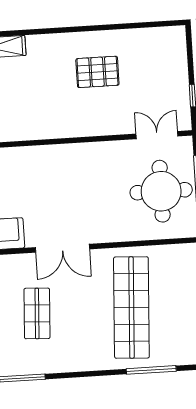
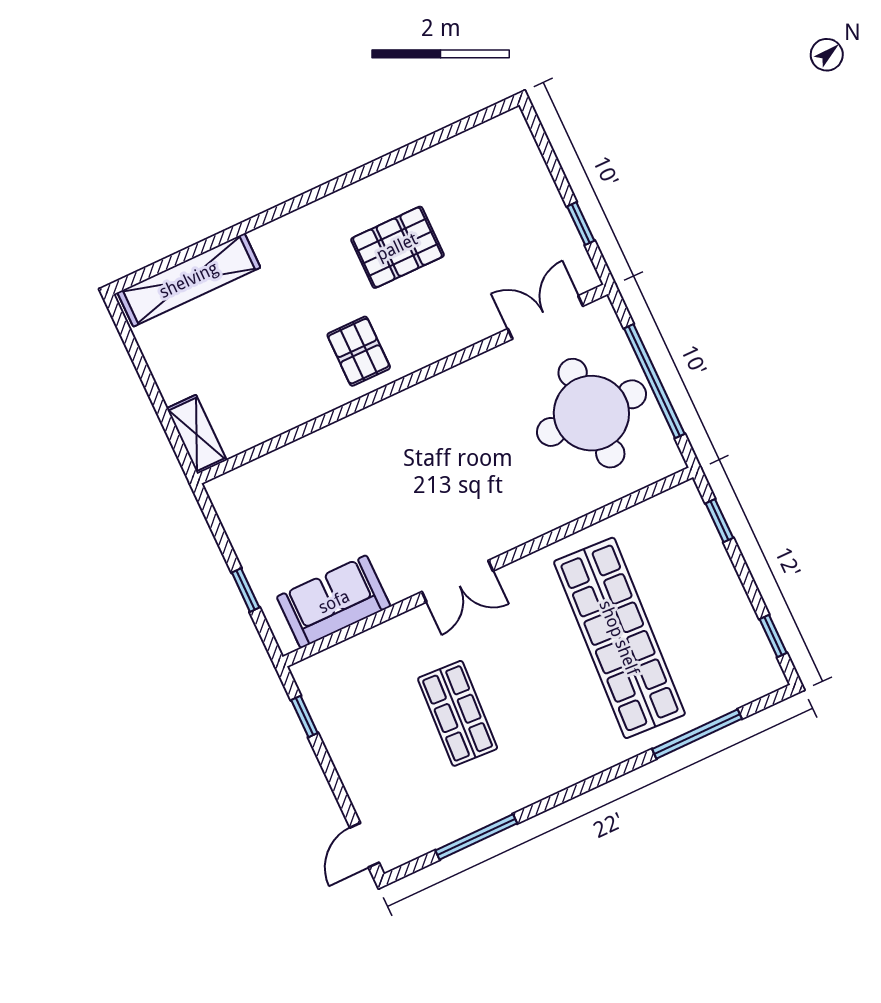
pallet: (58, 116) -> (359, 351), added
double door: (62, 248) -> (457, 581), width x0.73

